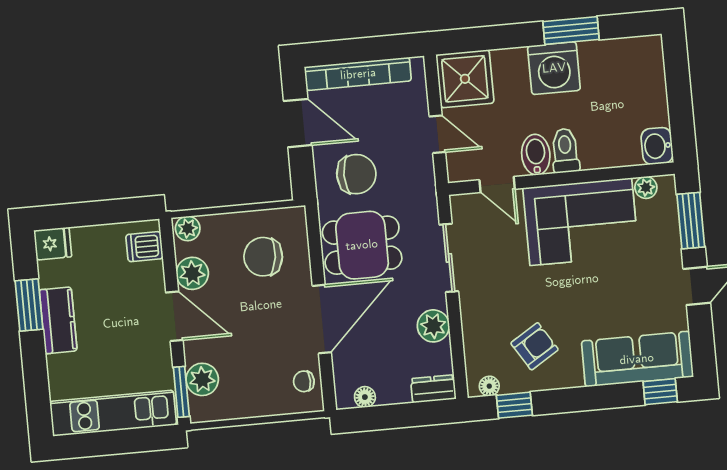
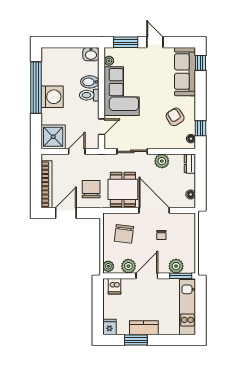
window: (571, 30) -> (36, 88), width x2.11
bidet: (536, 155) -> (90, 82), moved
chair: (304, 381) -> (161, 235), moved

